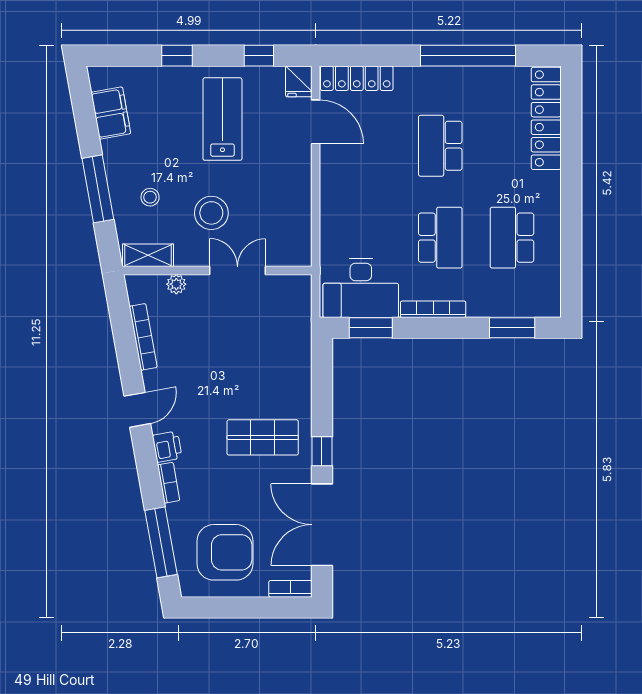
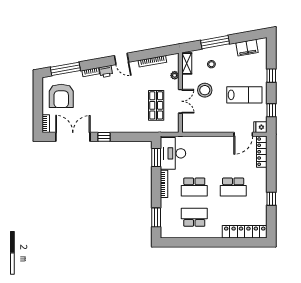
window: (468, 56) -> (271, 199), width x0.32
school desk: (440, 146) -> (233, 187), turned 180
shop shelf: (263, 437) -> (156, 105), moved

